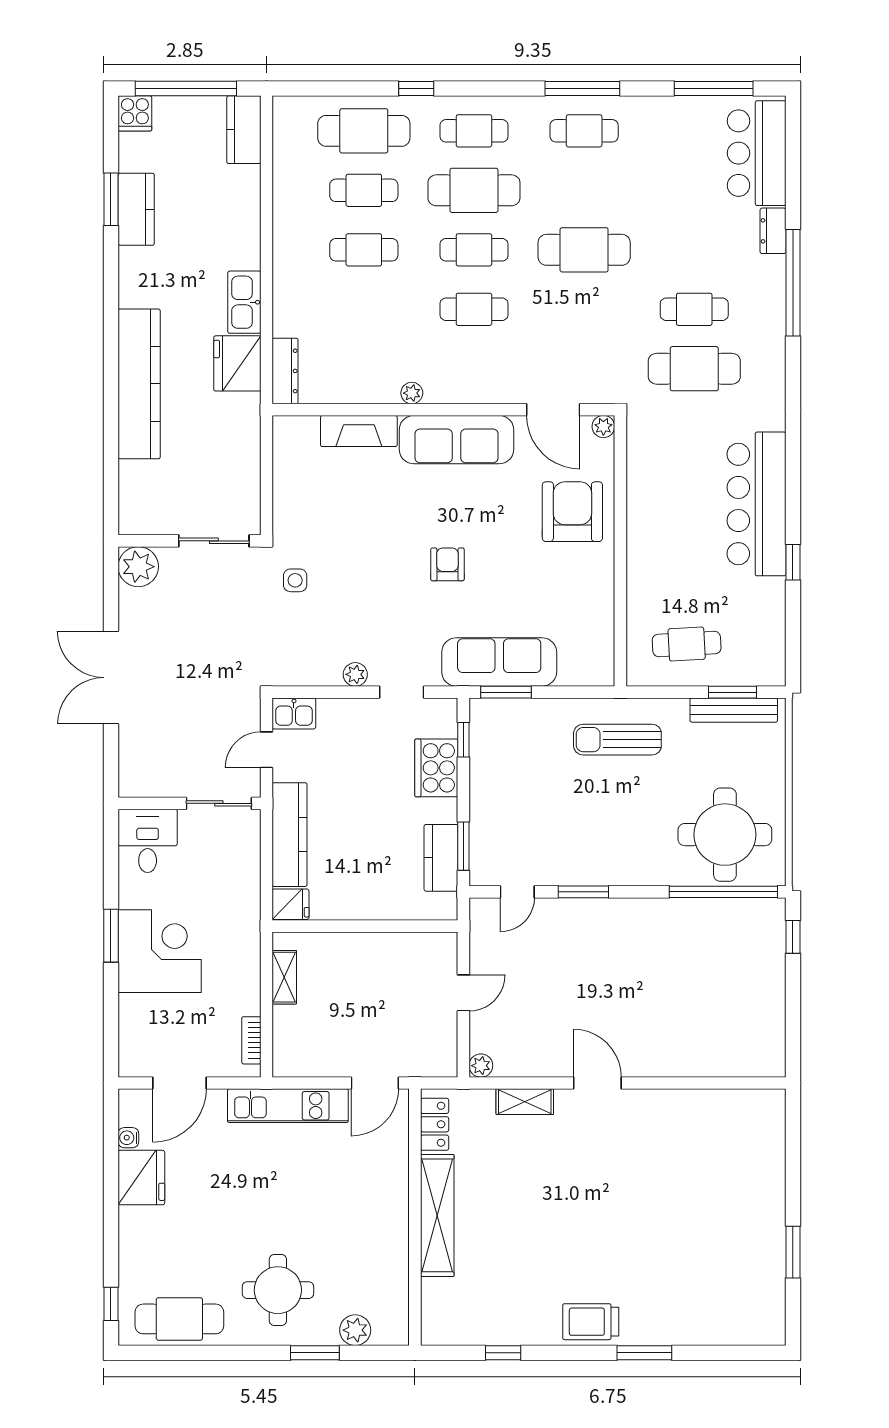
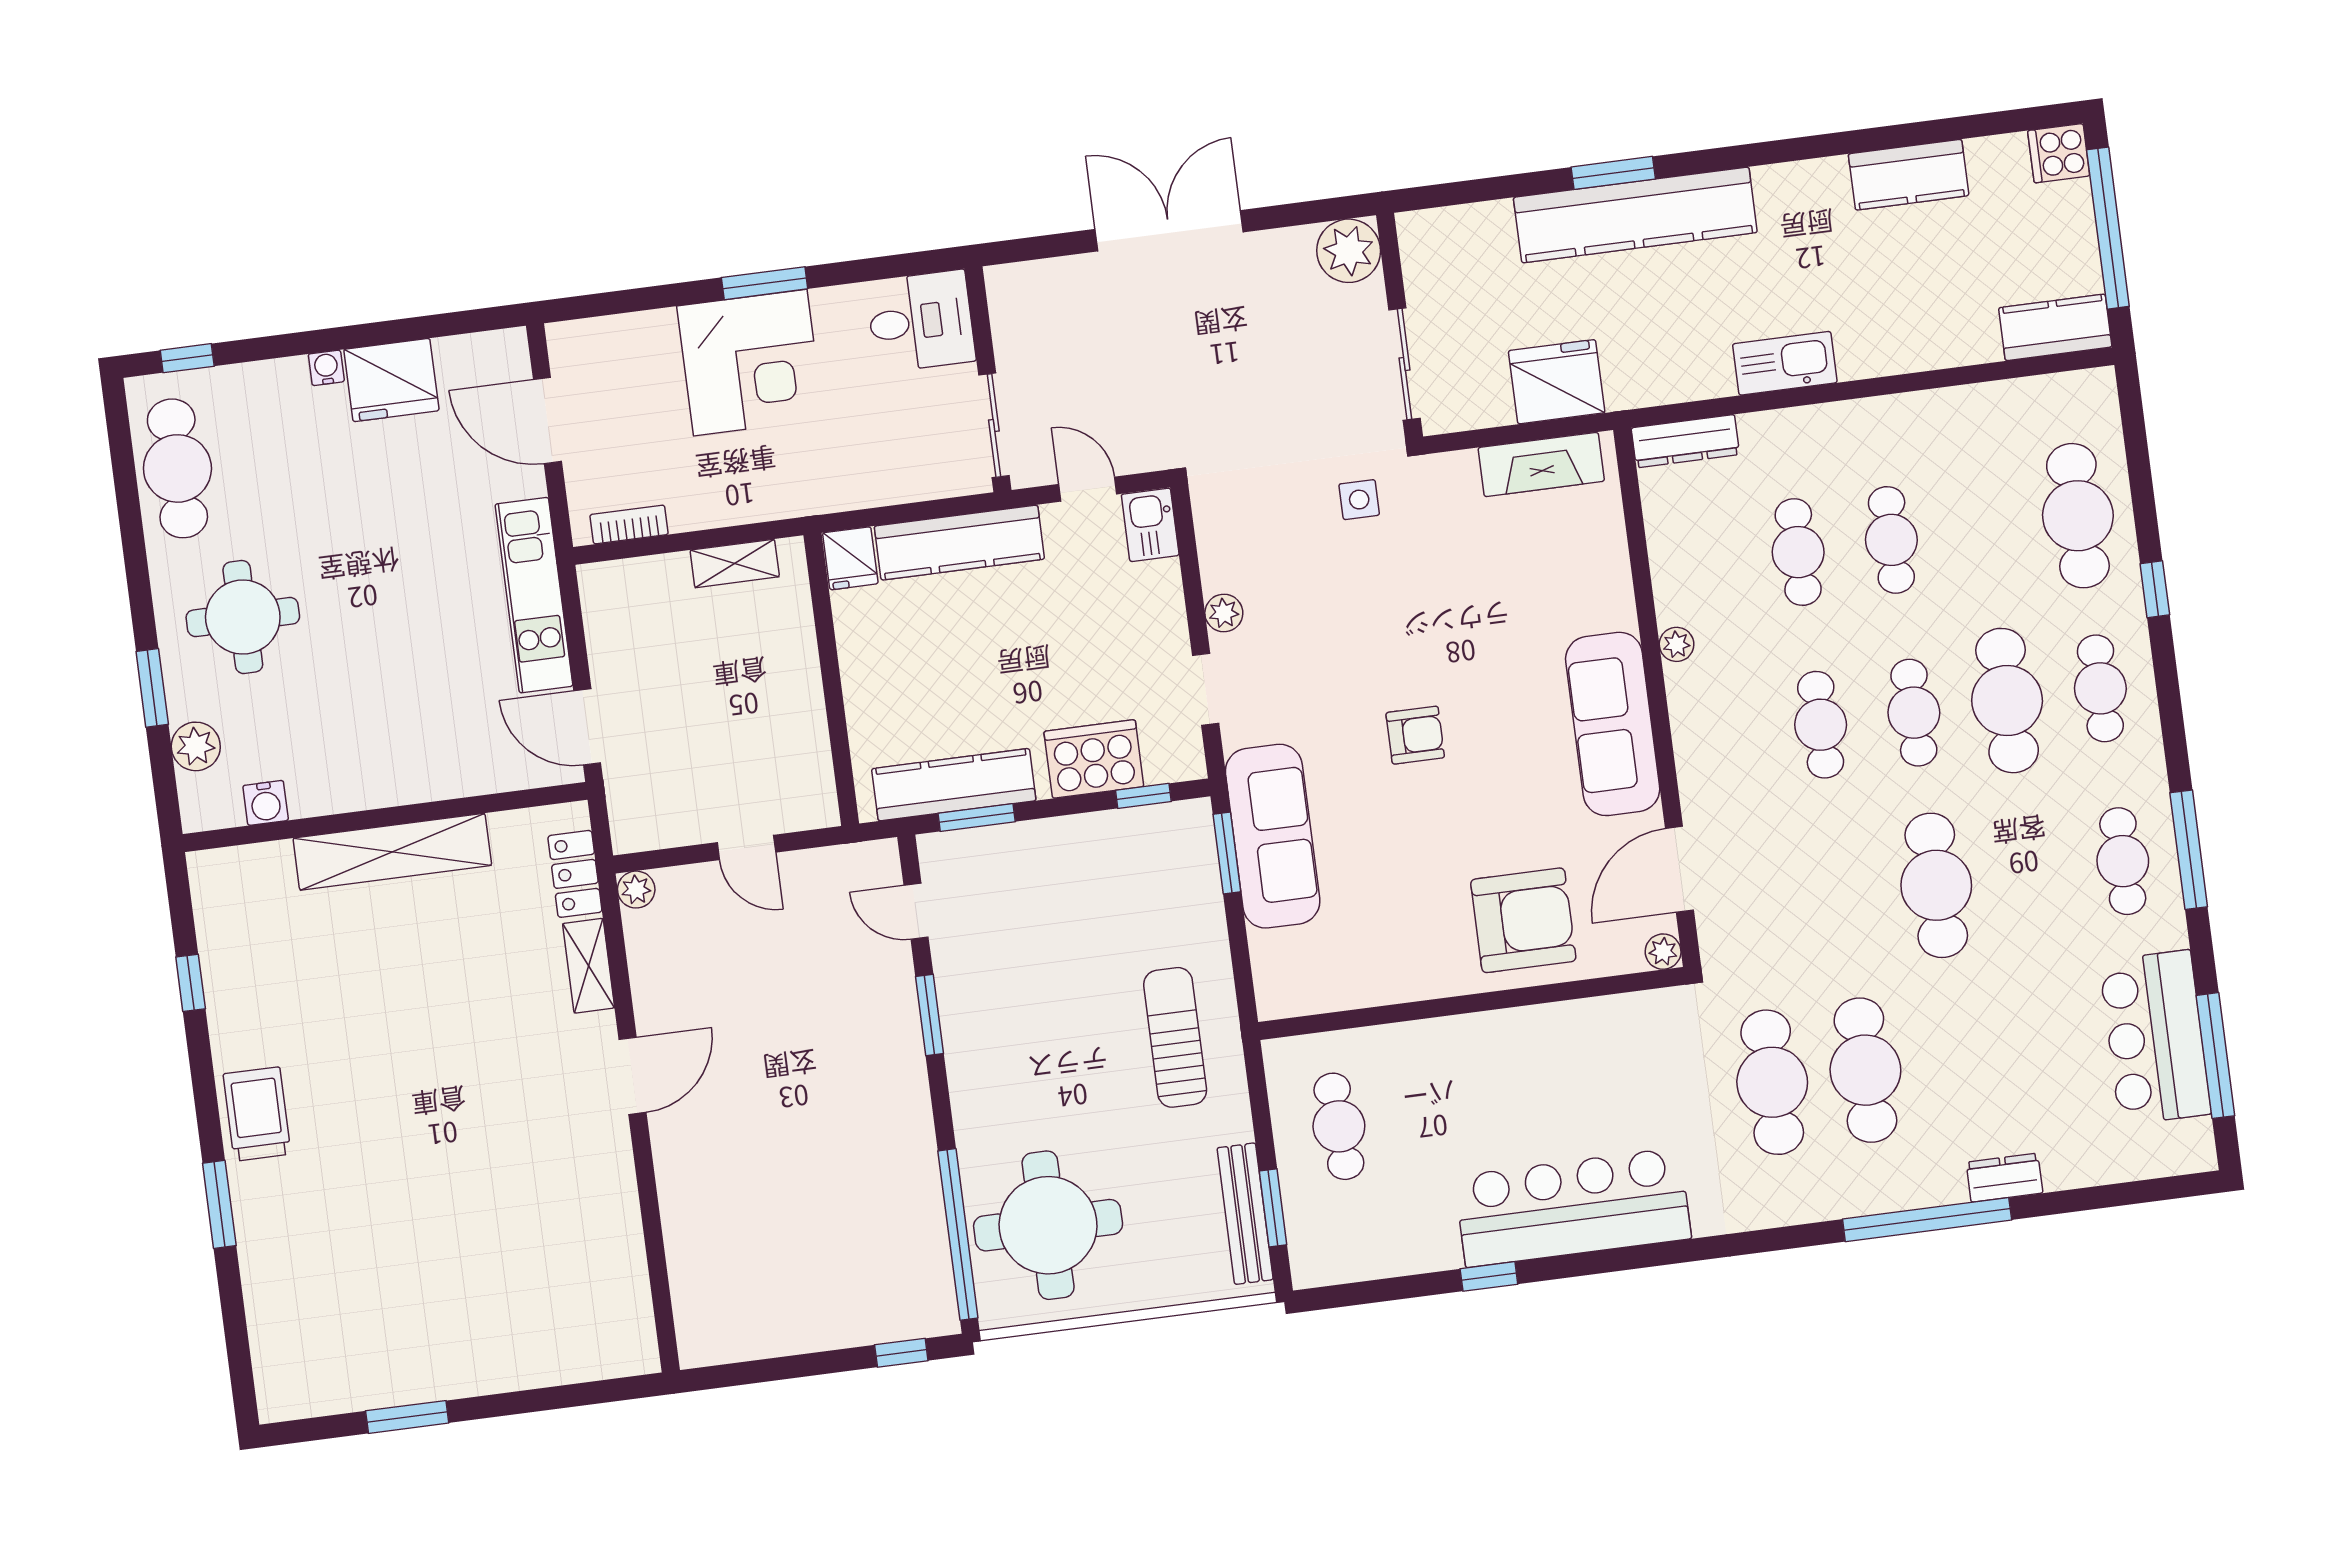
bar counter: (757, 153) -> (2155, 1038), moved, turned -90
cafe table: (364, 190) -> (1798, 552), moved
window: (111, 199) -> (1613, 173), moved
cafe table: (694, 309) -> (1865, 1070), width x1.37, depth x1.35
fridge: (237, 363) -> (1557, 382), moved
fireplace: (359, 431) -> (1541, 464), moved, turned -90
kitchen counter: (441, 858) -> (954, 785), width x1.50
locker: (435, 1124) -> (575, 874), moved, turned 90
water cooler: (128, 1138) -> (326, 368), moved
water cooler: (396, 1291) -> (266, 803), added

